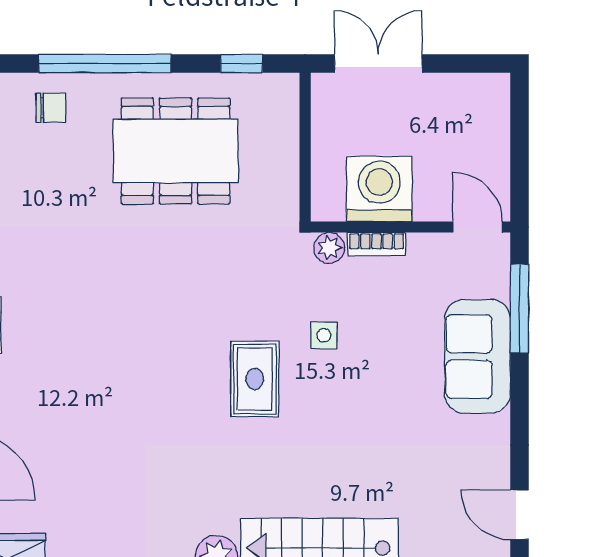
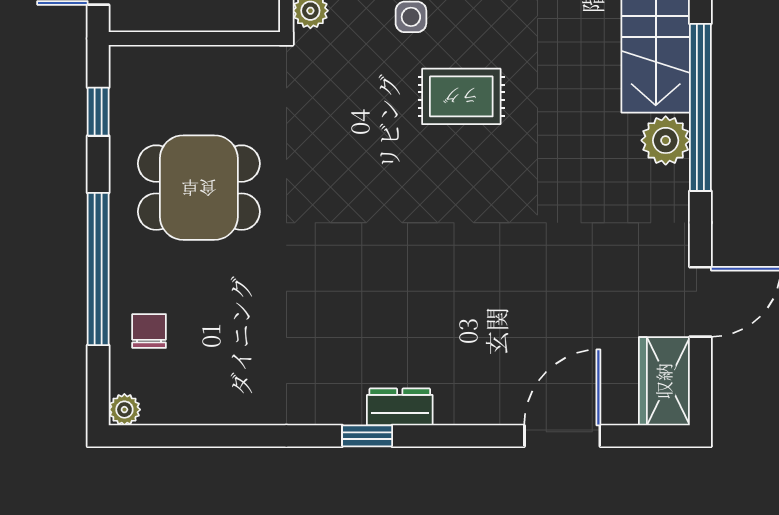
dining table: (176, 151) -> (199, 188), width x0.73

